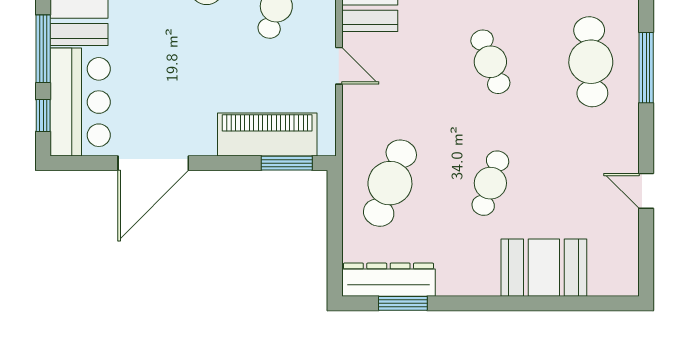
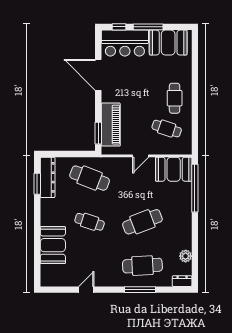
cafe table: (490, 62) -> (142, 222), width x1.37, depth x1.35

